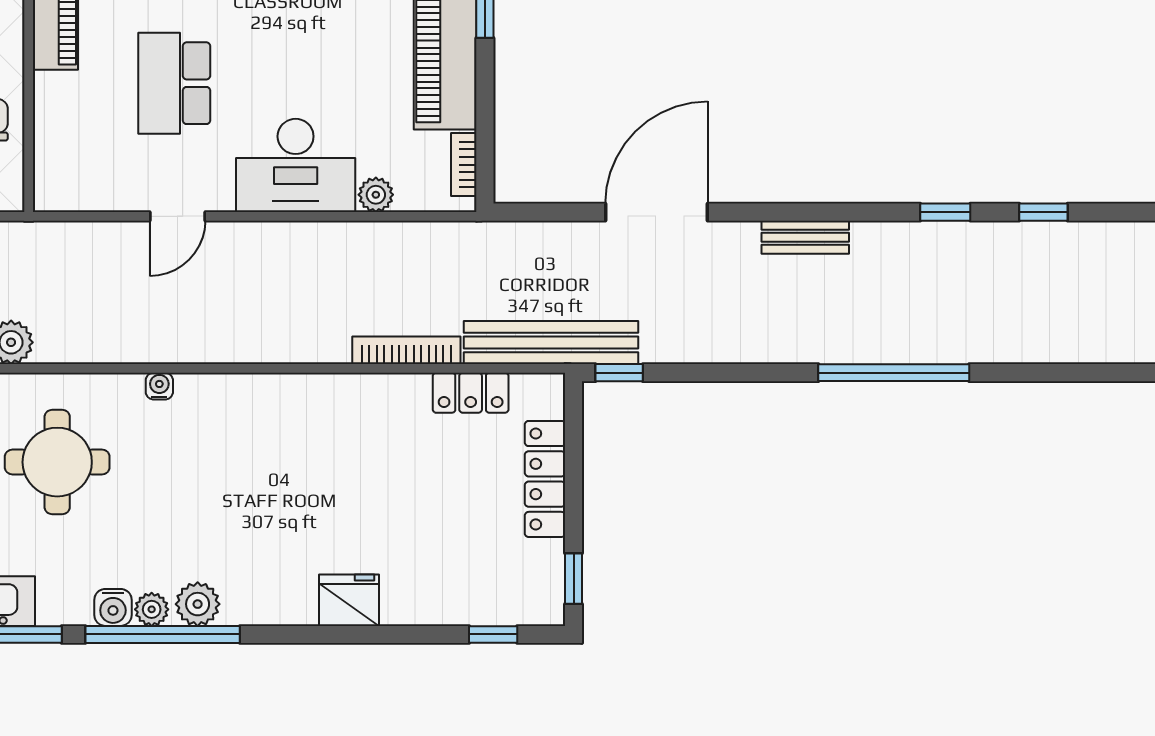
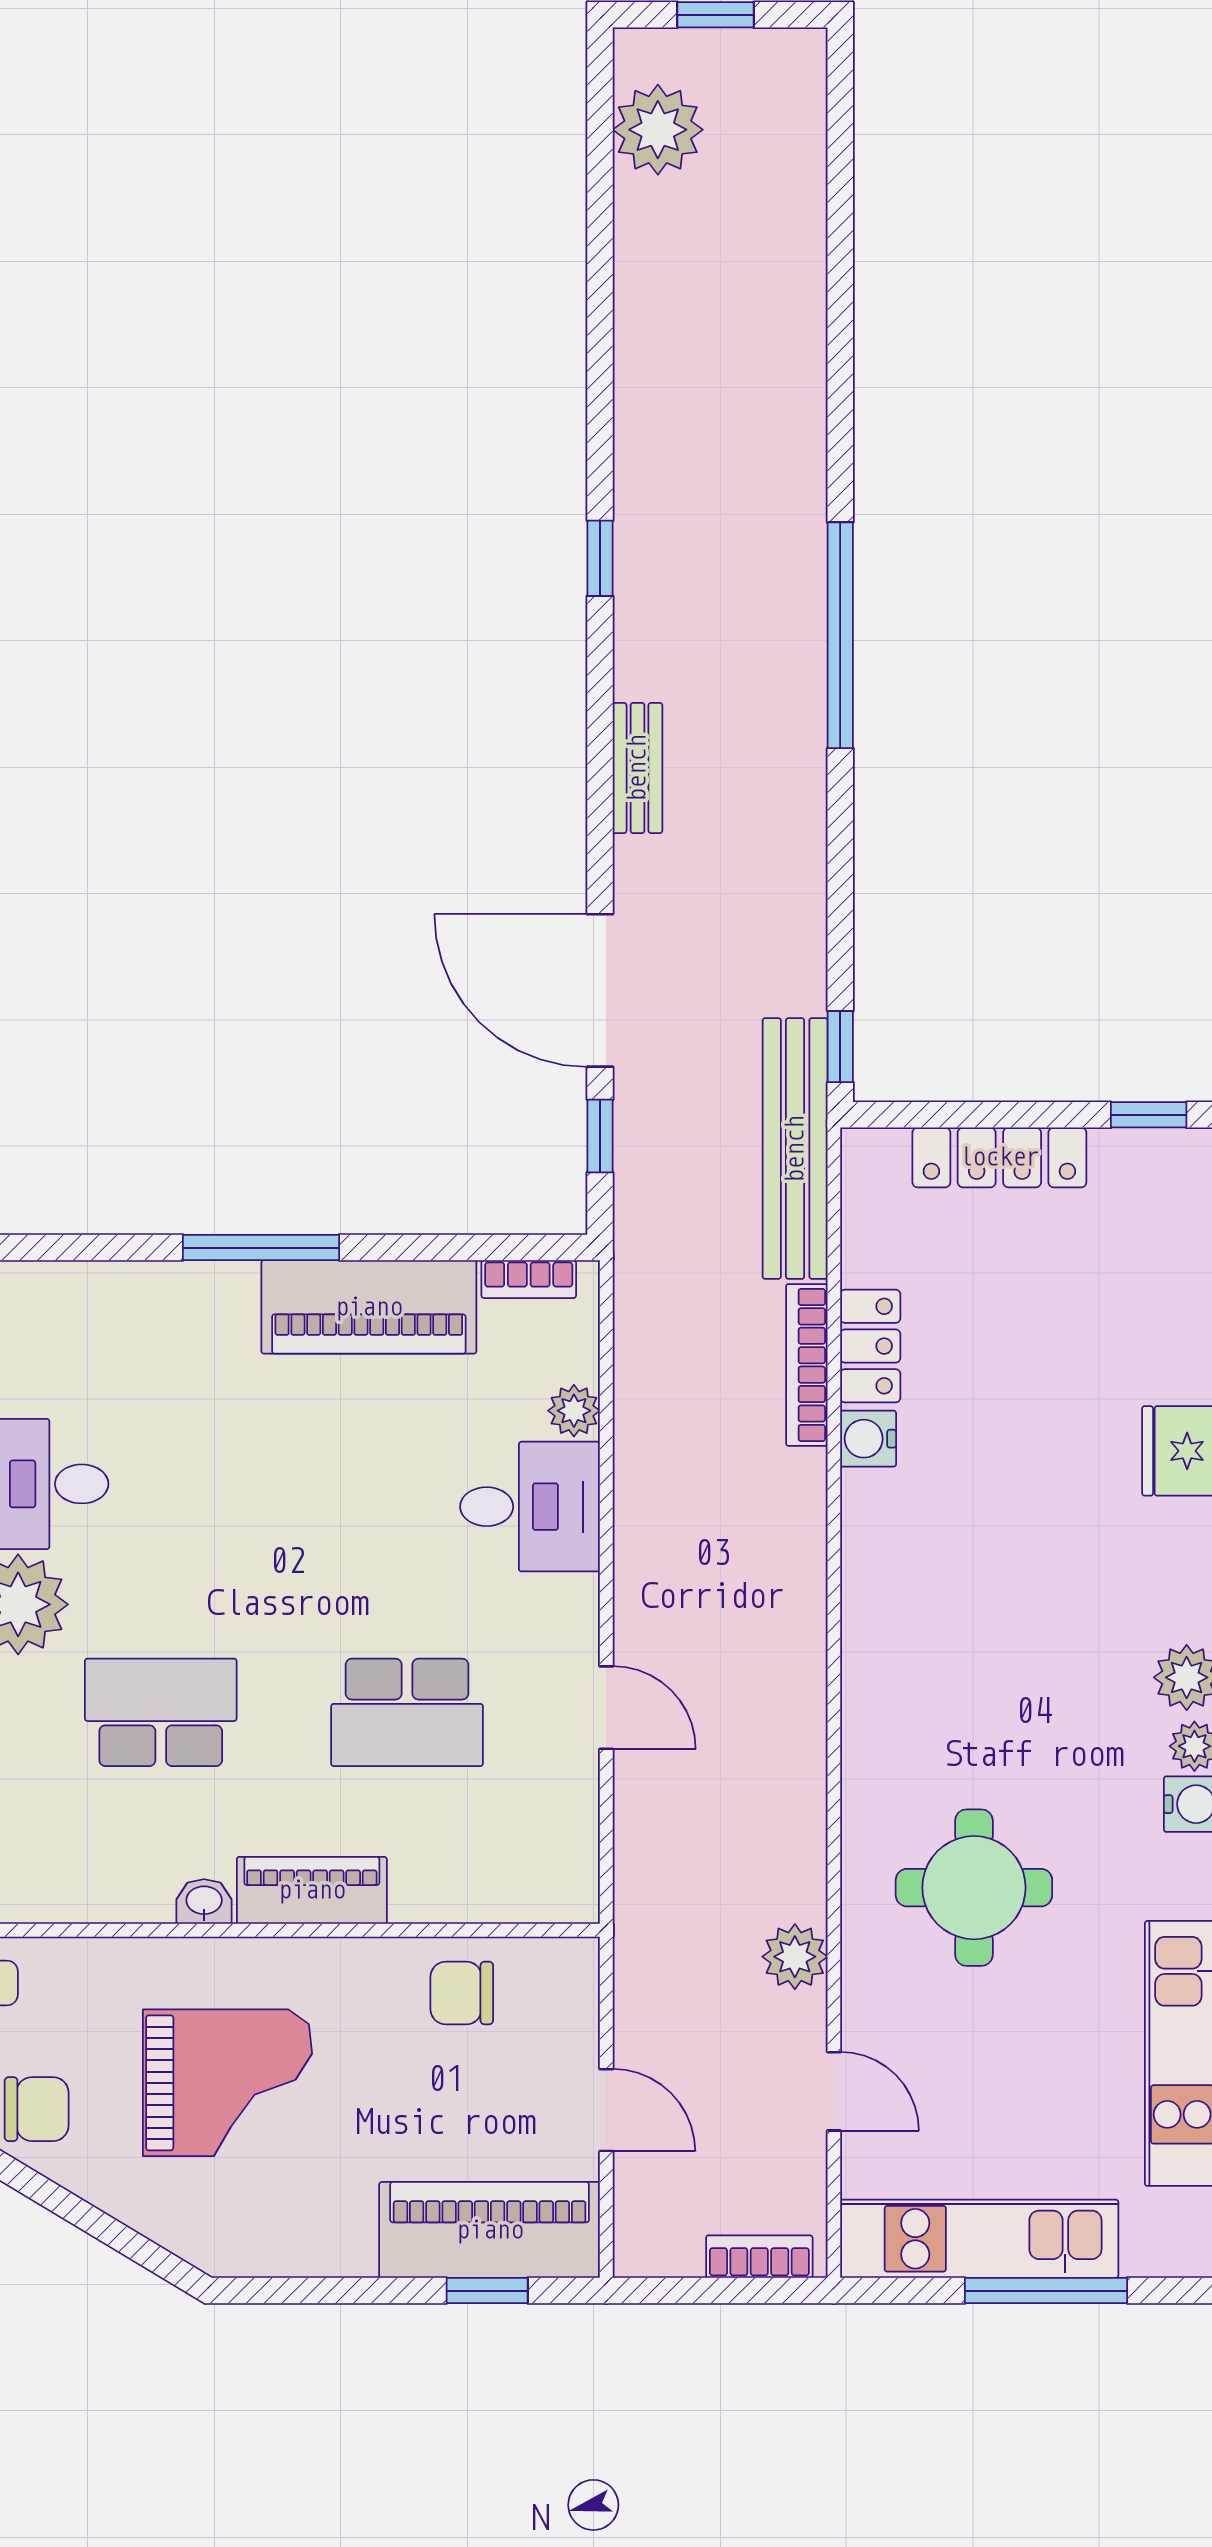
desk: (296, 165) -> (530, 1507), width x0.73
window: (1043, 212) -> (600, 1136), moved
water cooler: (159, 386) -> (868, 1439), moved, width x1.38, depth x1.38
locker: (471, 393) -> (870, 1346), moved

